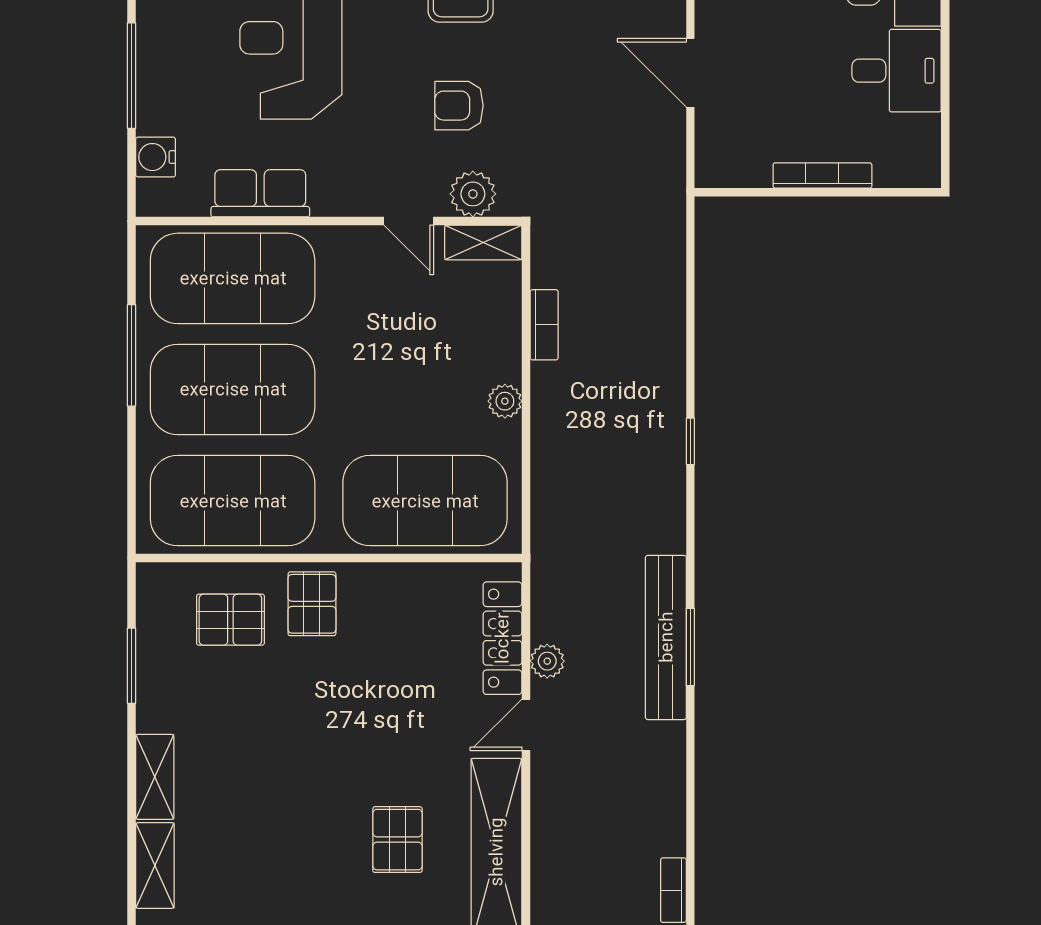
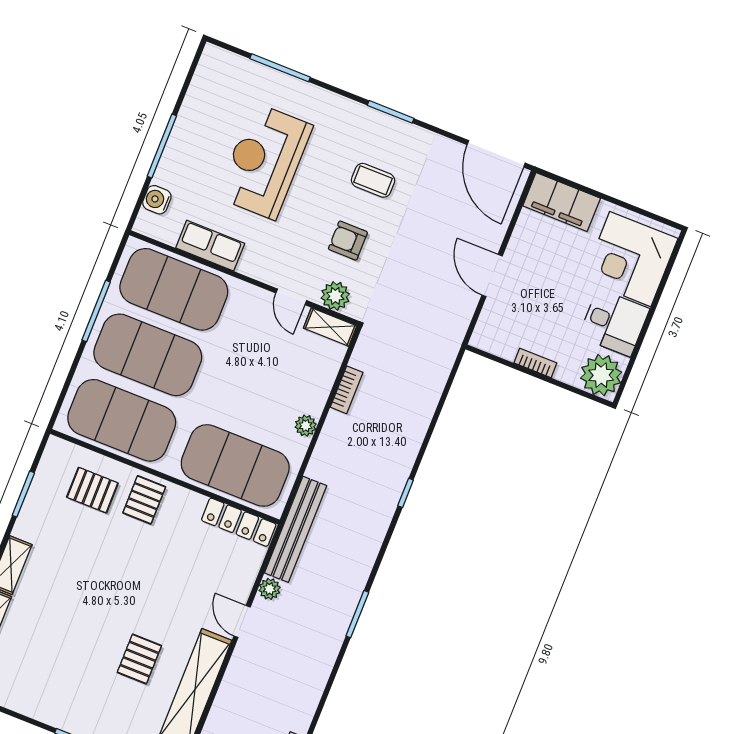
plant: (908, 155) -> (601, 375), added
bookcase: (822, 175) -> (535, 363), width x0.64
bench: (666, 637) -> (296, 529), moved
locker: (502, 638) -> (239, 522), moved, turned -90
door: (526, 725) -> (242, 622), hinge flipped

